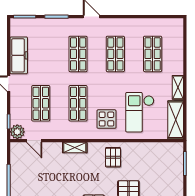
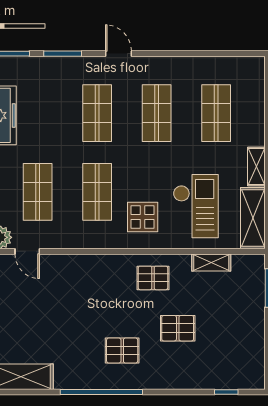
checkout: (140, 112) -> (196, 206), turned 180
shelving: (75, 148) -> (211, 262), moved
pallet: (113, 157) -> (153, 278), turned 90

